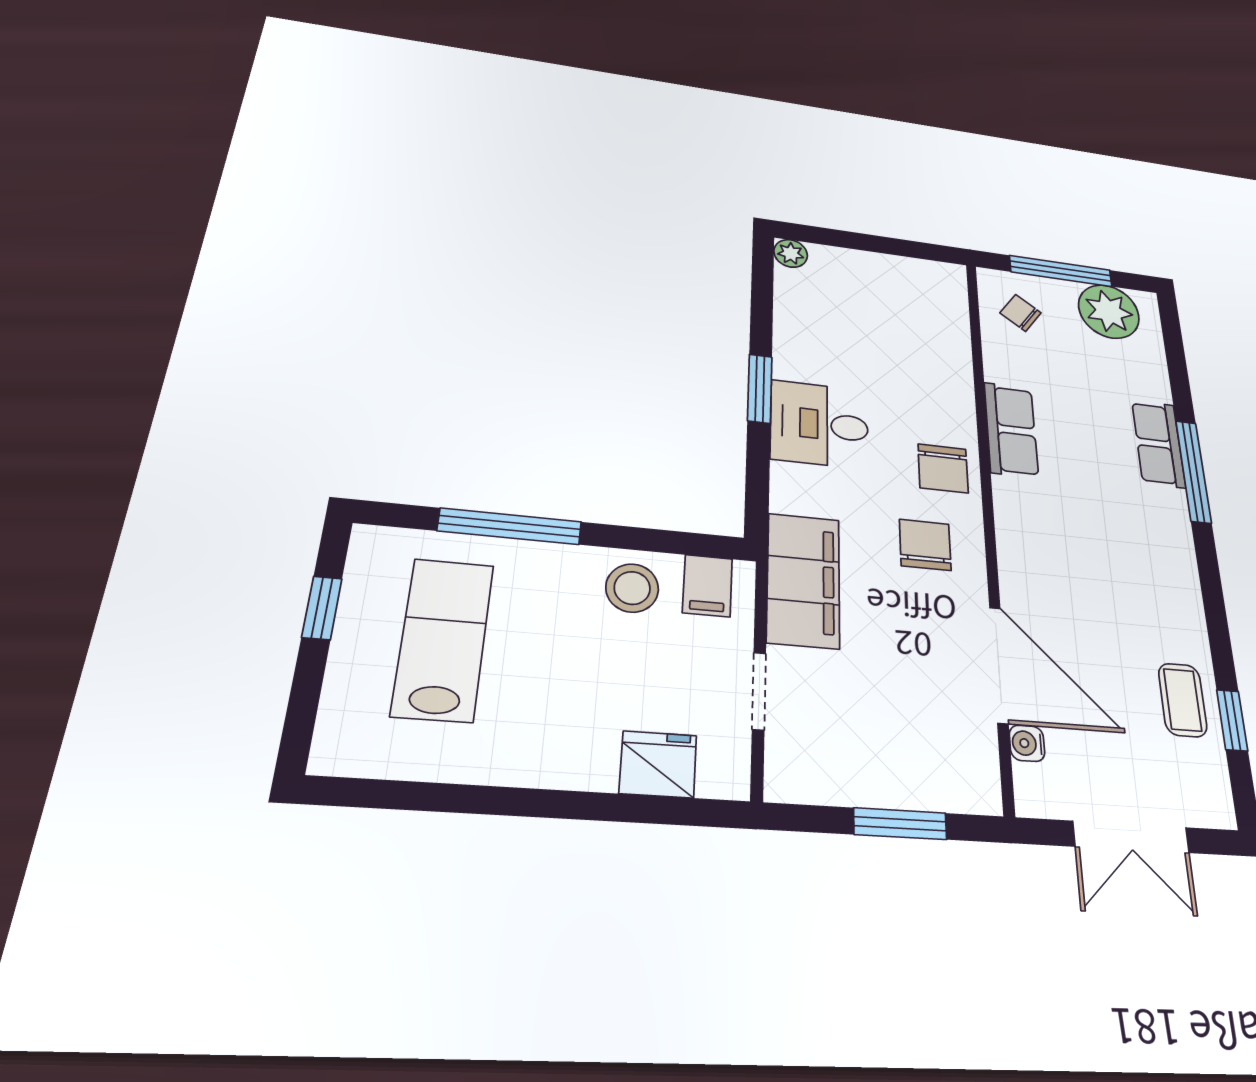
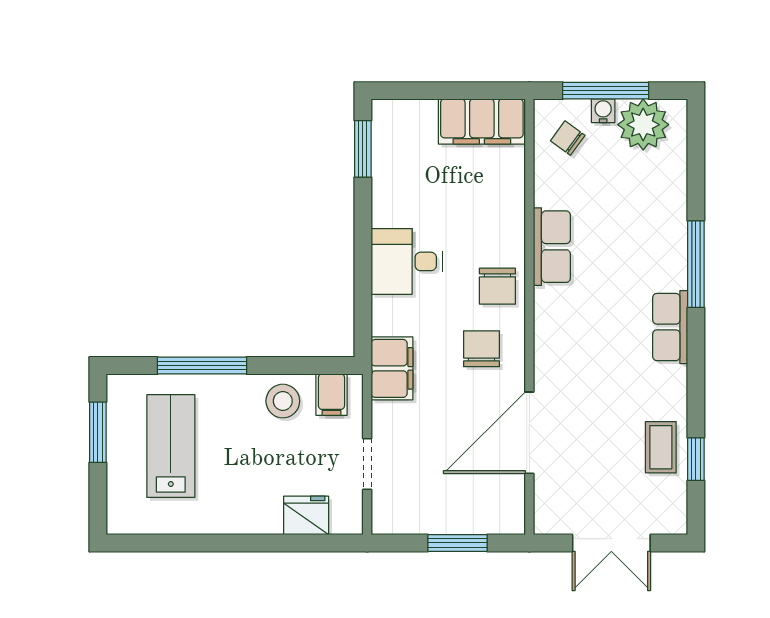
plant: (791, 253) -> (384, 112), removed
filing cabinet: (914, 281) -> (482, 122), added
window: (760, 388) -> (363, 149), moved
row of seats: (1158, 444) -> (670, 327), moved
filing cabinet: (803, 580) -> (392, 368), width x0.67, depth x0.86
window: (322, 608) -> (98, 432), width x1.50
door: (999, 665) -> (529, 433), swing flipped
water cooler: (1027, 743) -> (603, 111), moved, turned 90

